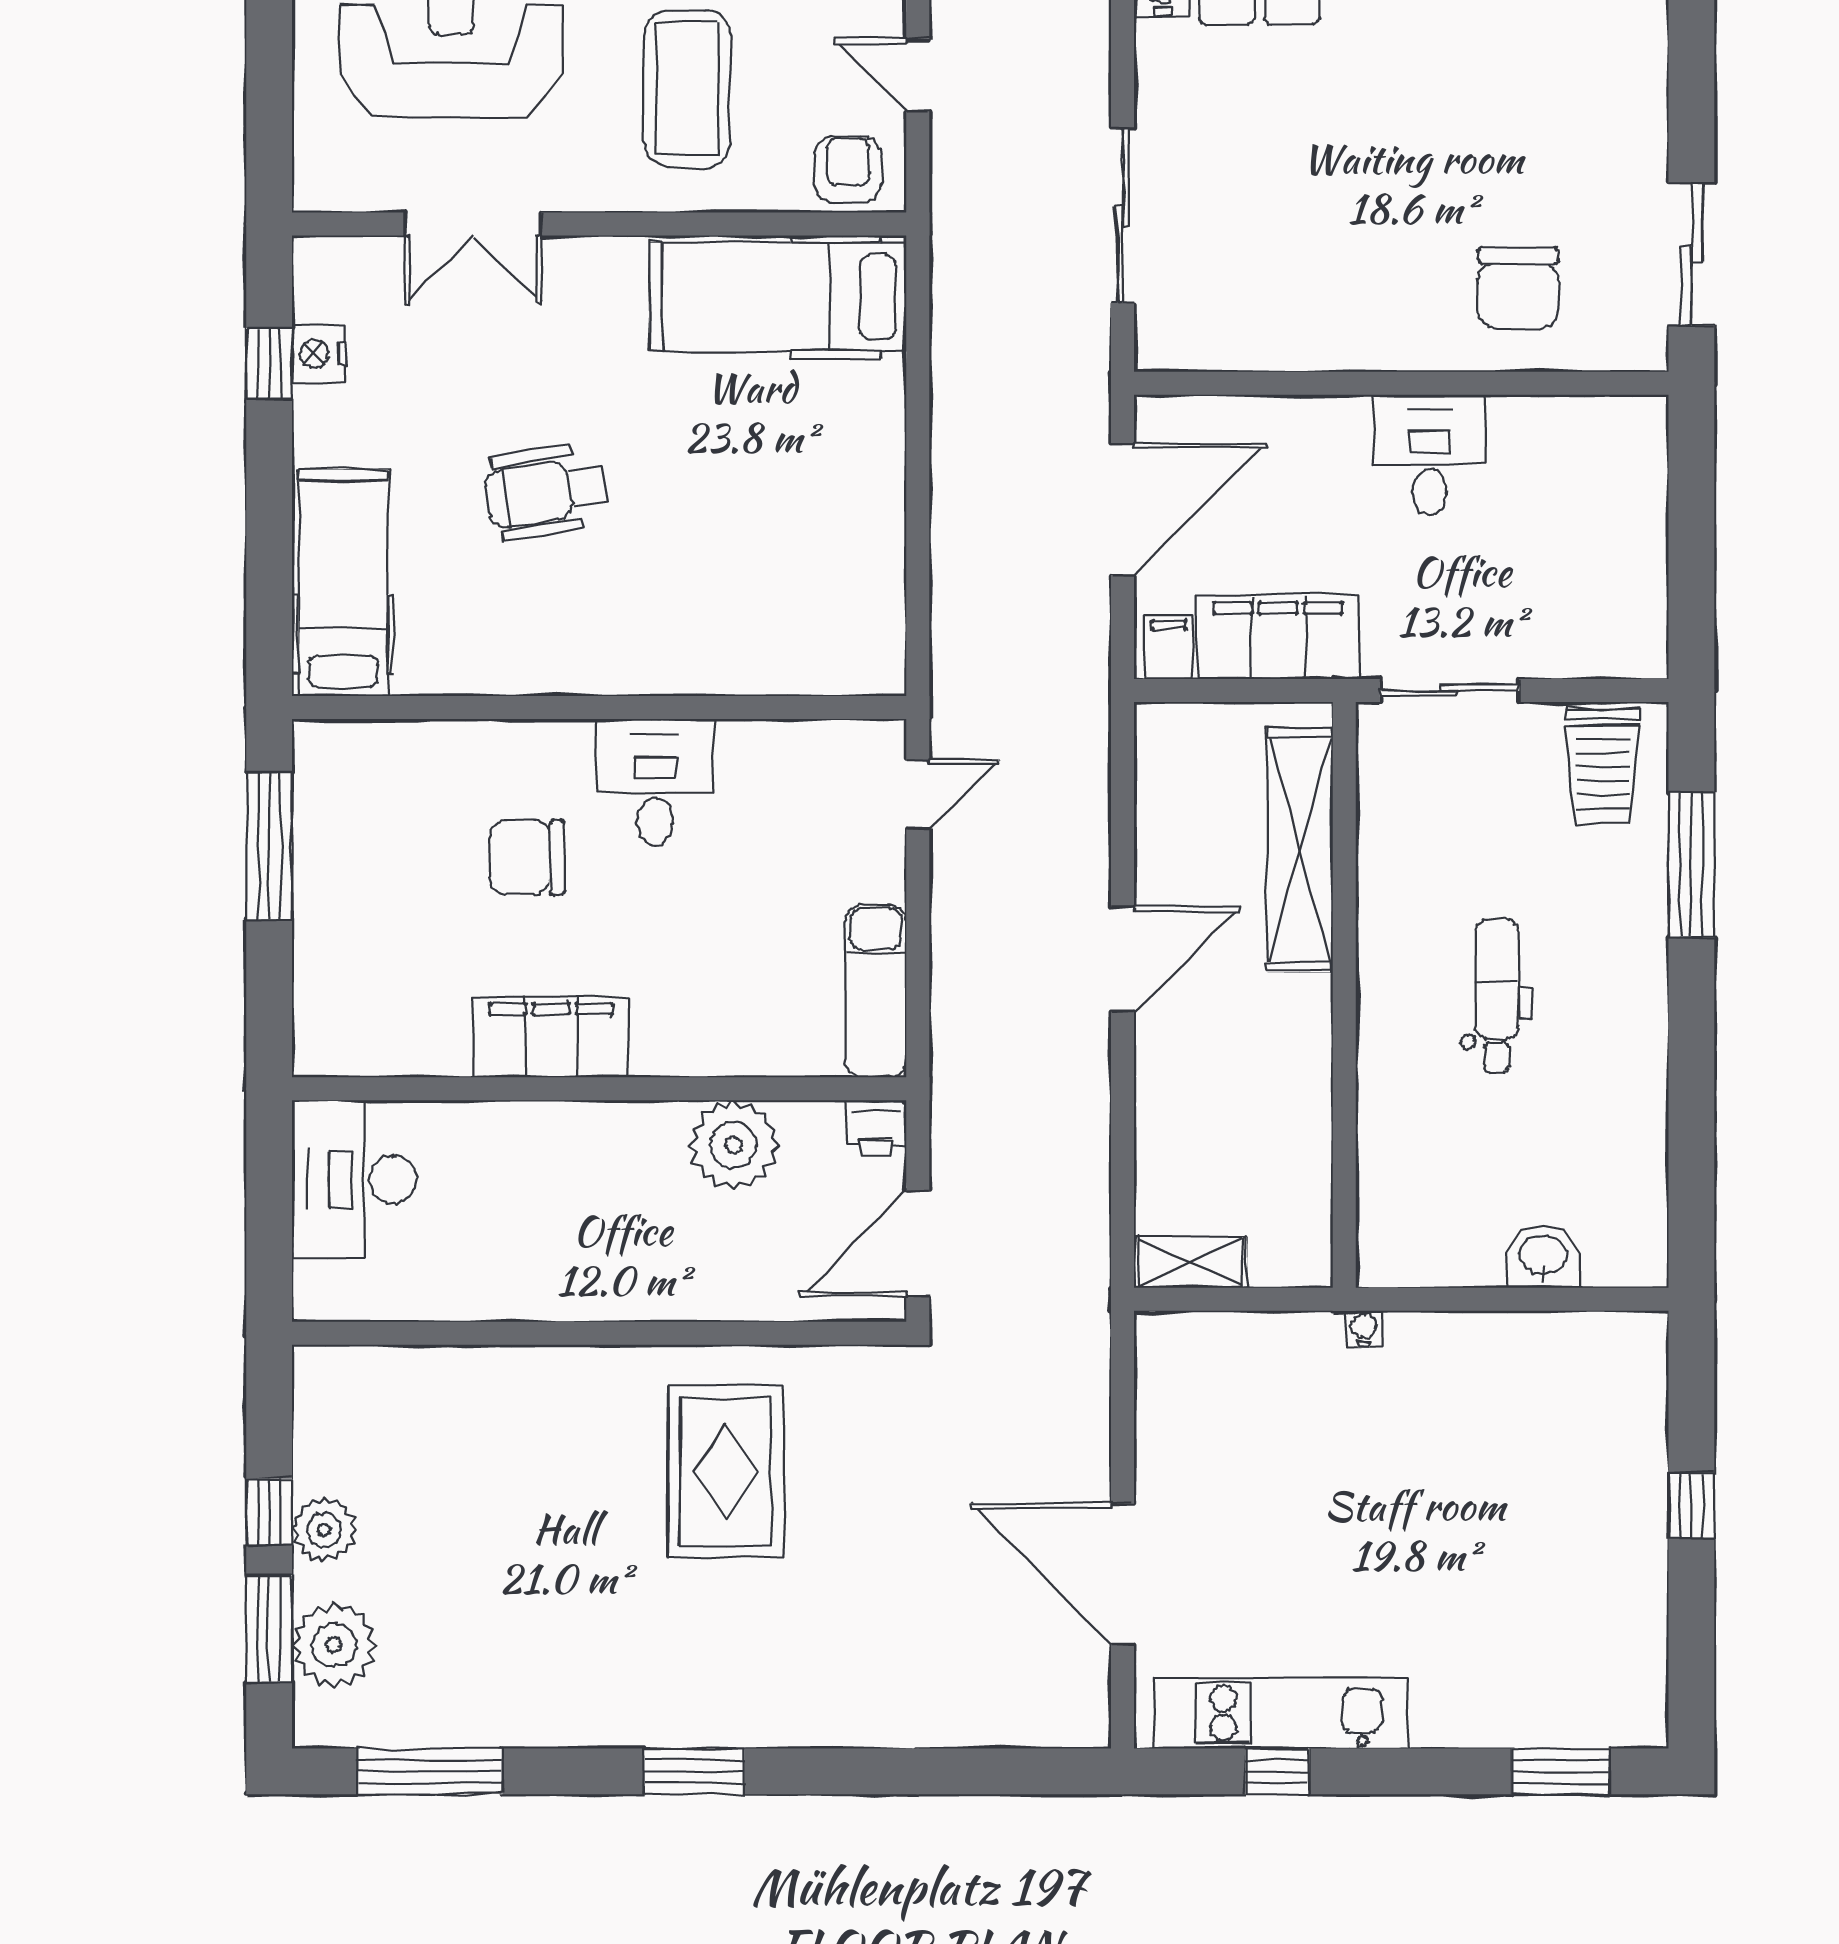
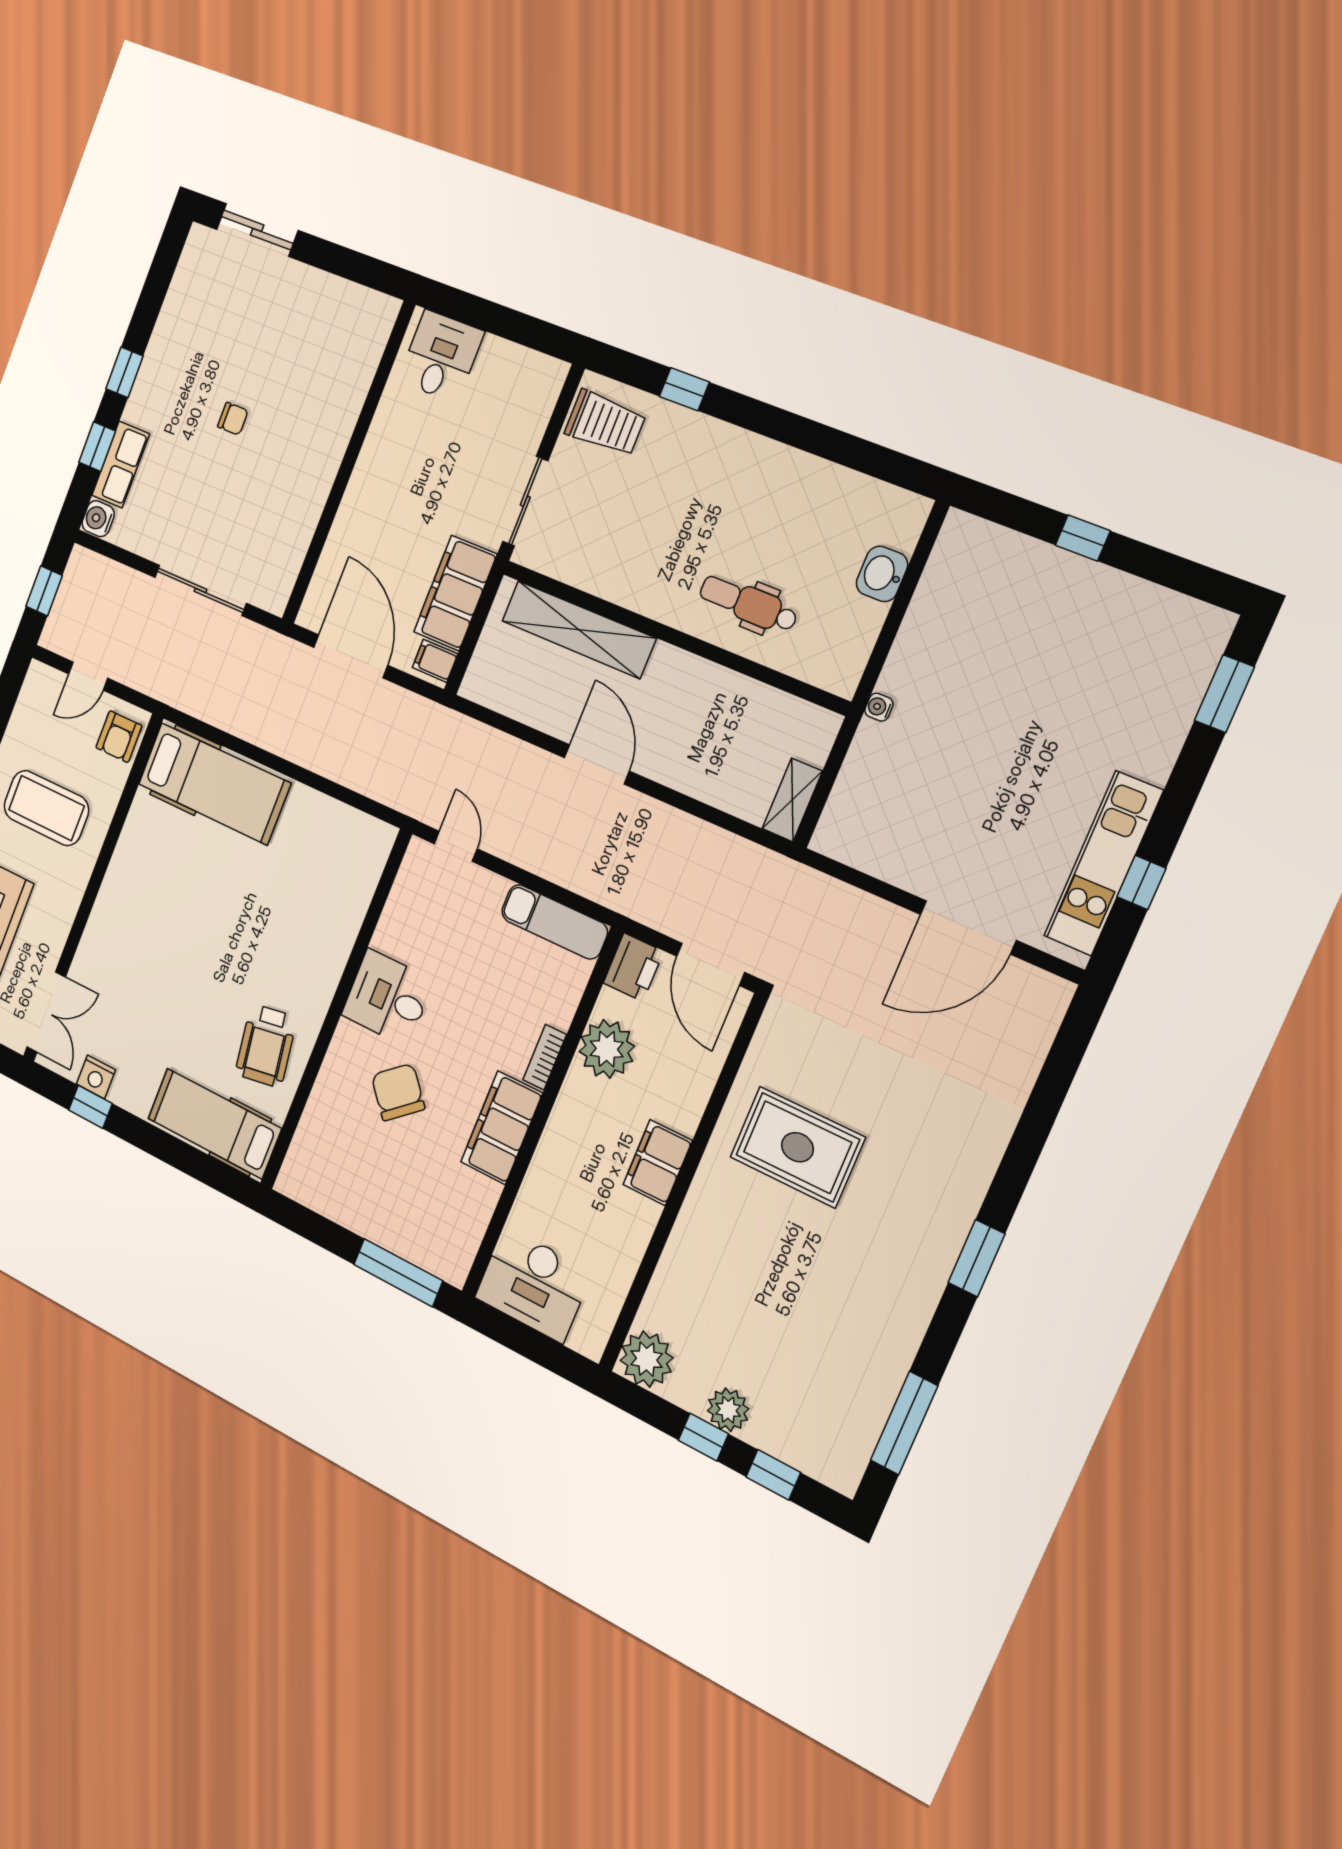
armchair: (848, 170) -> (119, 737), turned -90
double door: (473, 224) -> (46, 1012), moved
sliding door: (1691, 254) -> (257, 230), moved
chair: (1518, 288) -> (233, 419), moved, width x0.54, depth x0.54
hospital bed: (778, 297) -> (214, 784), moved, turned -90
desk: (1430, 455) -> (441, 356), moved, turned 90
wheelchair: (546, 492) -> (266, 1046), moved
window: (269, 846) -> (398, 1273), moved
chair: (527, 857) -> (398, 1092), turned 140
window: (1691, 865) -> (684, 389), width x0.46
dental chair: (1497, 996) -> (748, 604), moved
bookcase: (680, 1059) -> (545, 1057), added
printer: (876, 1128) -> (633, 967), width x1.36, depth x1.24
filing cabinet: (612, 1286) -> (658, 1163), added
window: (269, 1629) -> (773, 1475), width x0.67
plant: (334, 1645) -> (647, 1359), moved

